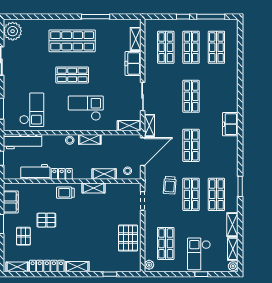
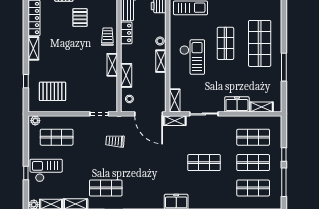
shop shelf: (191, 145) -> (155, 163), removed
shop shelf: (191, 194) -> (106, 163), removed
pallet: (128, 238) -> (53, 91), moved

